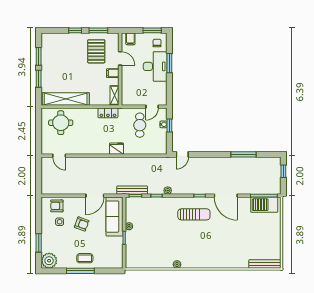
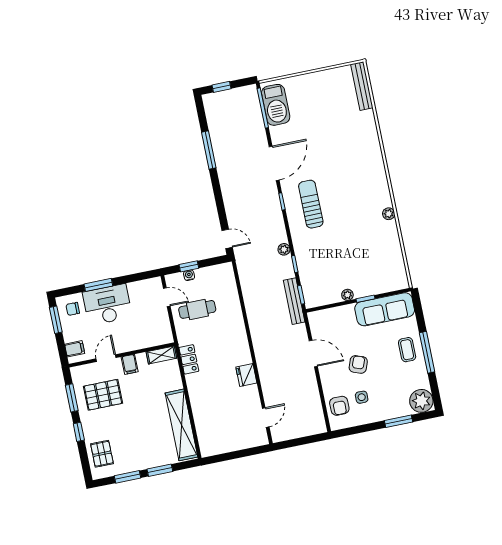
pallet: (57, 43) -> (102, 454), added
round table: (61, 123) -> (217, 425), removed
fridge: (116, 149) -> (246, 375), moved
sofa: (114, 217) -> (385, 309), moved

